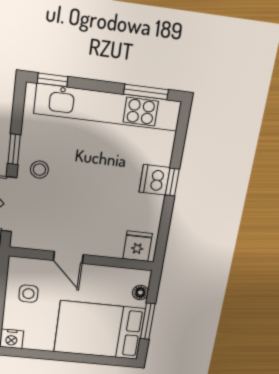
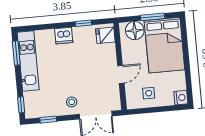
kitchen unit: (108, 108) -> (28, 61), width x0.73
window: (14, 149) -> (48, 120), moved
window: (172, 182) -> (83, 23), moved
floor lamp: (140, 292) -> (135, 31), width x1.89, depth x1.89

